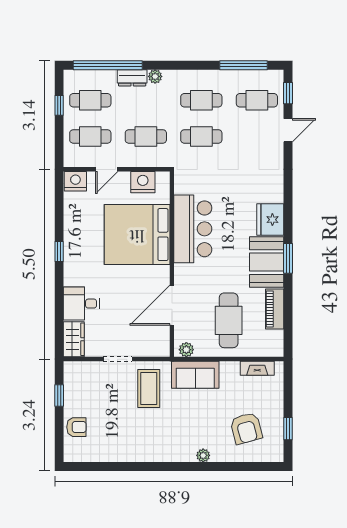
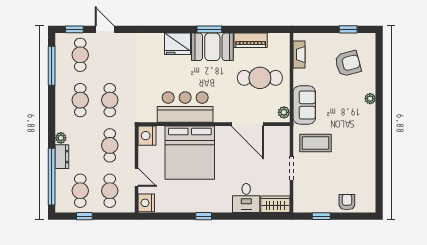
nightstand: (143, 182) -> (147, 136), moved

